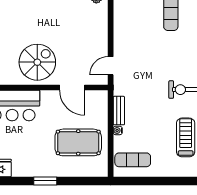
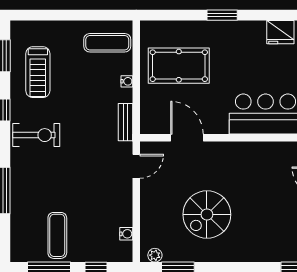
water cooler: (118, 14) -> (126, 234), added
spiral stairs: (37, 62) -> (207, 215), moved
bench: (119, 111) -> (125, 122), moved

